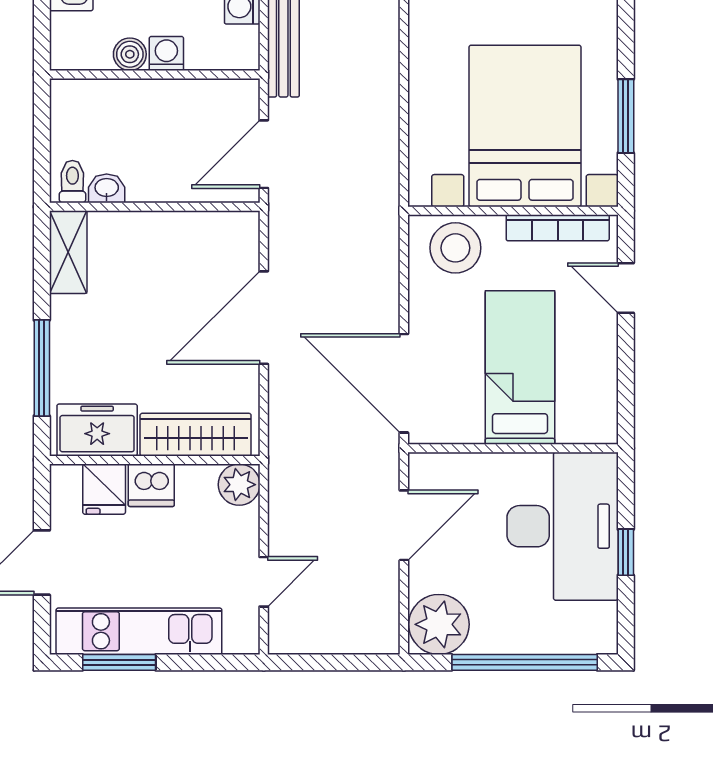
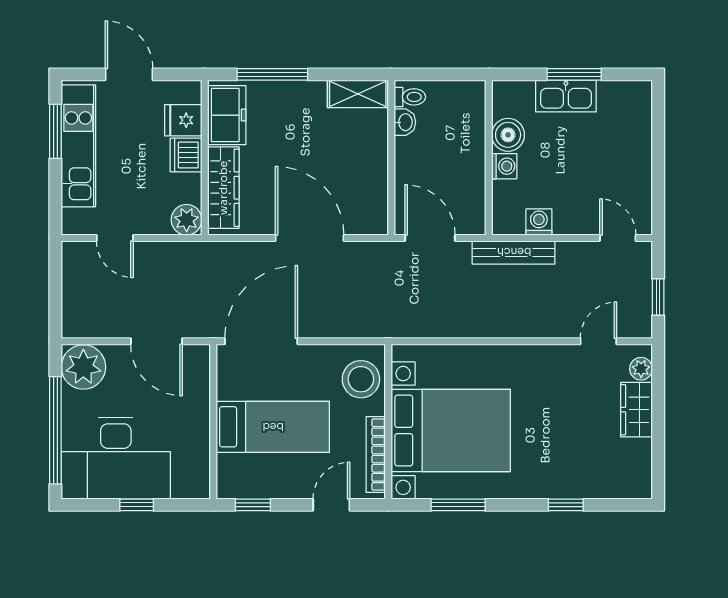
boiler: (130, 54) -> (508, 135), width x1.36, depth x1.36
window: (626, 394) -> (253, 505), added
desk: (563, 526) -> (116, 458), moved

